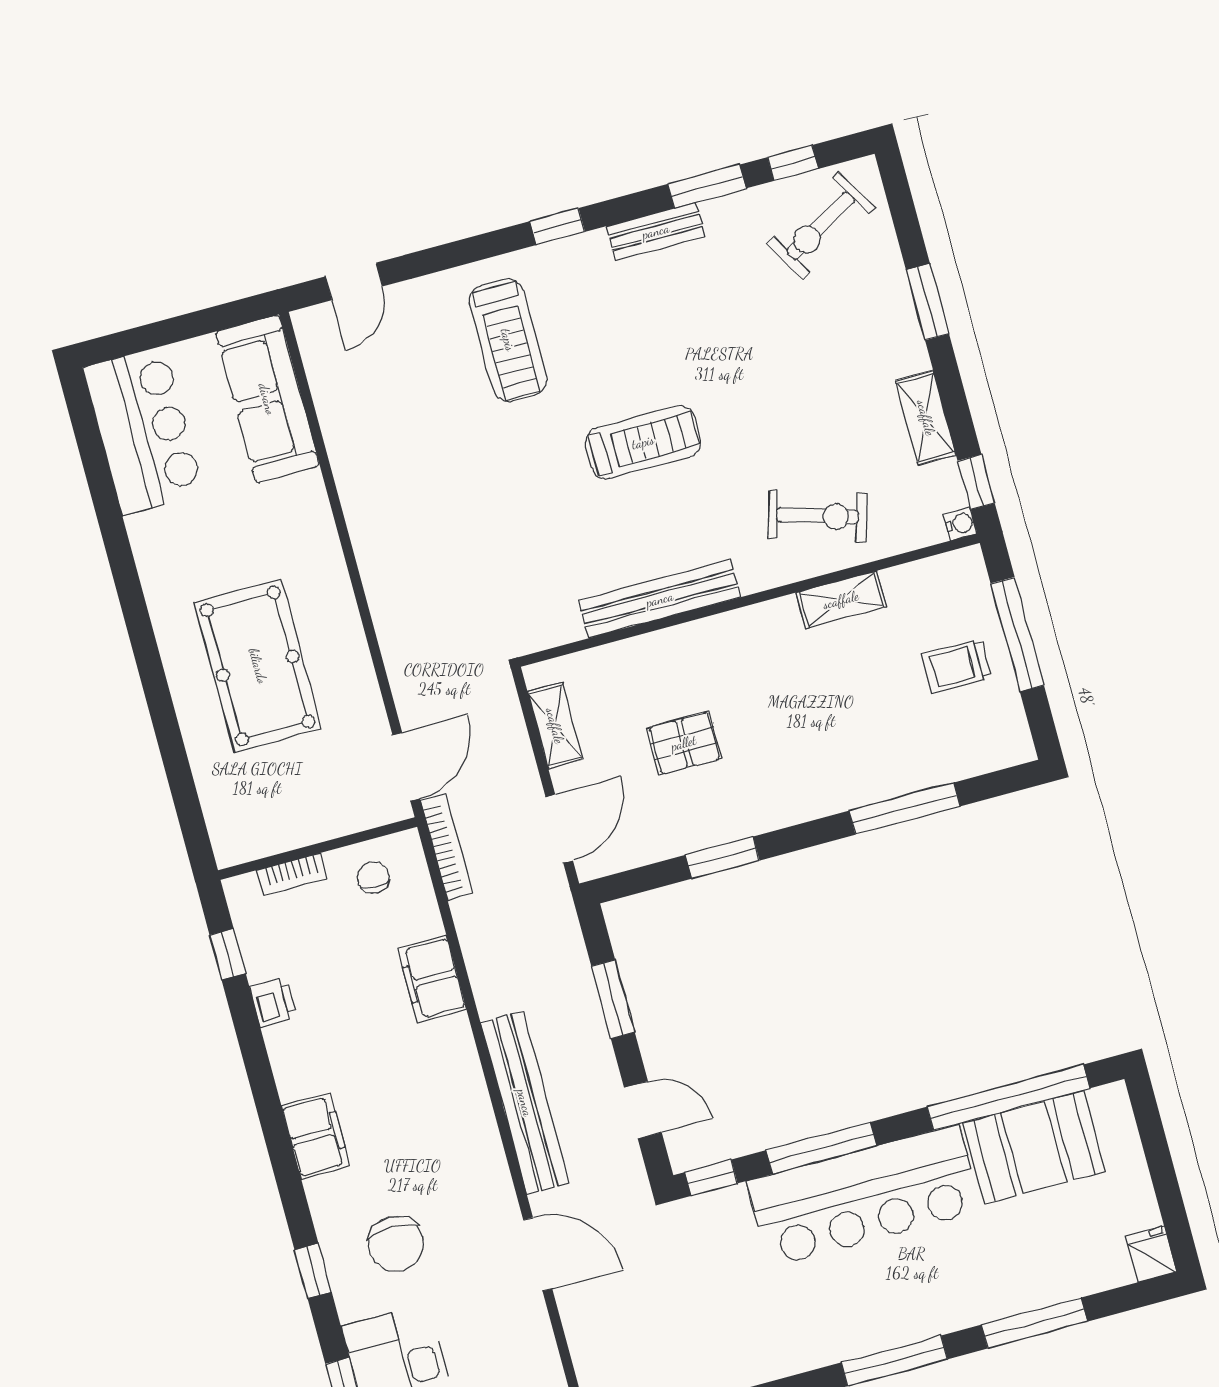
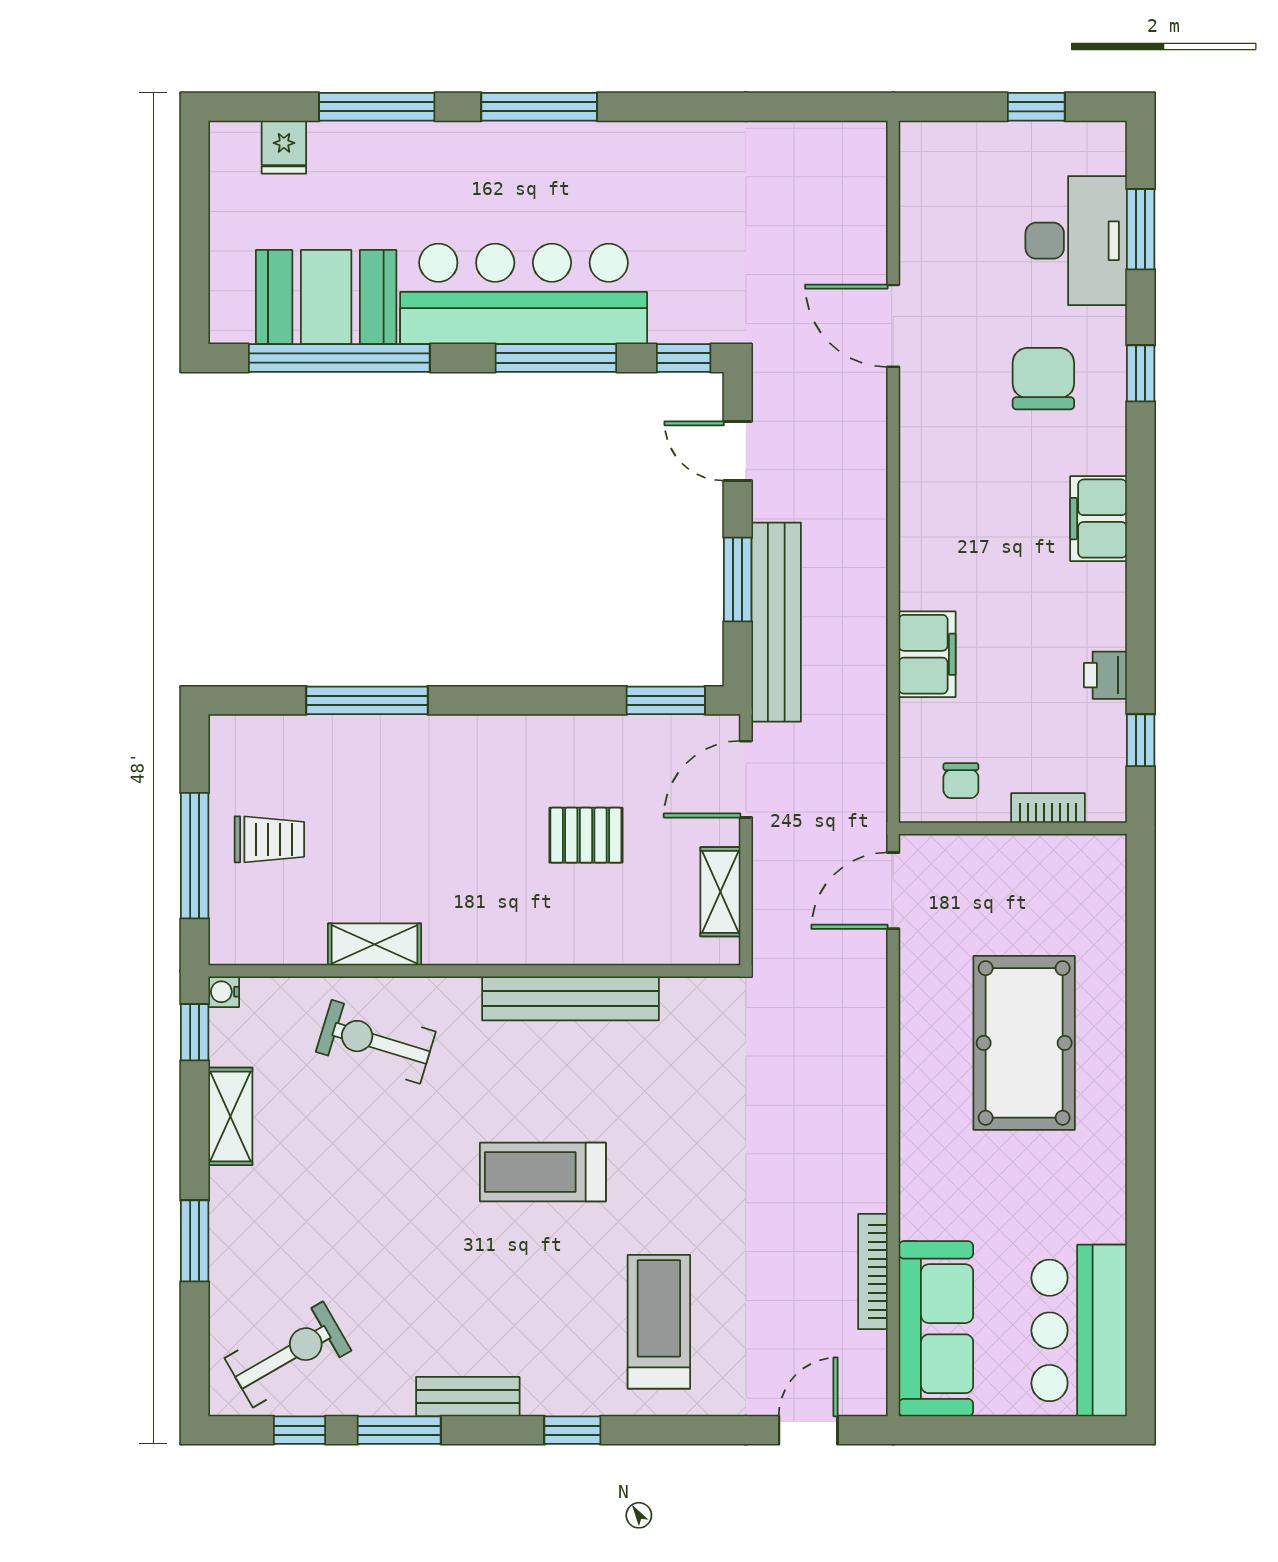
bookcase: (447, 847) -> (873, 1272), moved
window: (722, 858) -> (666, 700), moved
bench: (525, 1103) -> (776, 622), moved
fridge: (1151, 1254) -> (284, 147), moved

